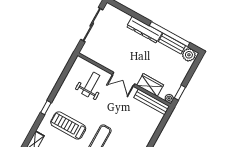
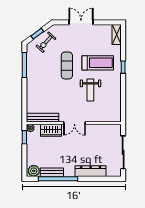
dresser: (144, 30) -> (91, 171), moved
double door: (123, 79) -> (74, 123), swing flipped
weight bench: (91, 84) -> (90, 90), moved

